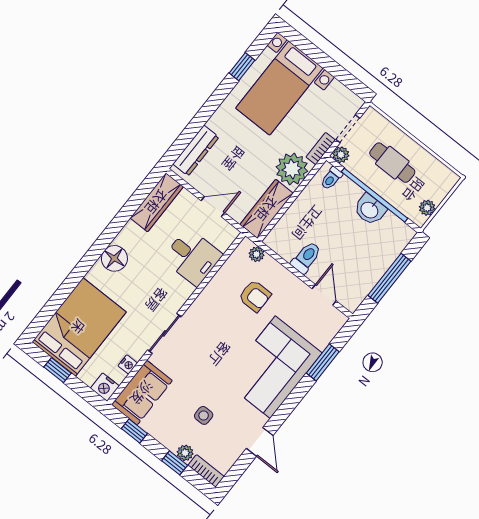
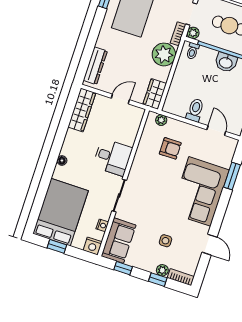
wardrobe: (267, 209) -> (155, 94), width x0.67
desk: (192, 257) -> (113, 157), moved
floor lamp: (114, 258) -> (62, 161), width x0.53, depth x0.53

